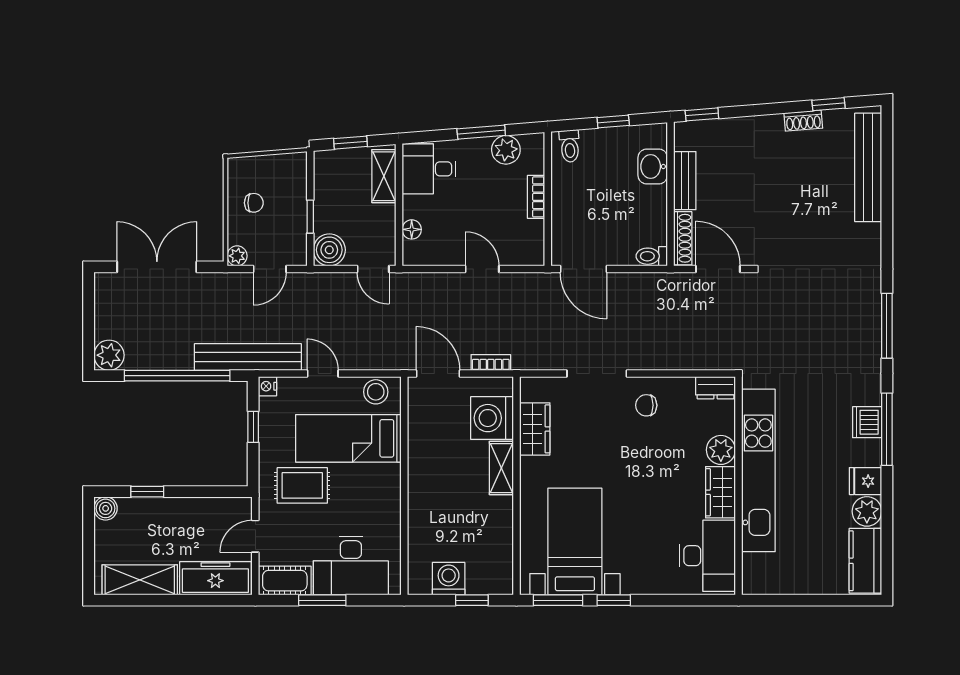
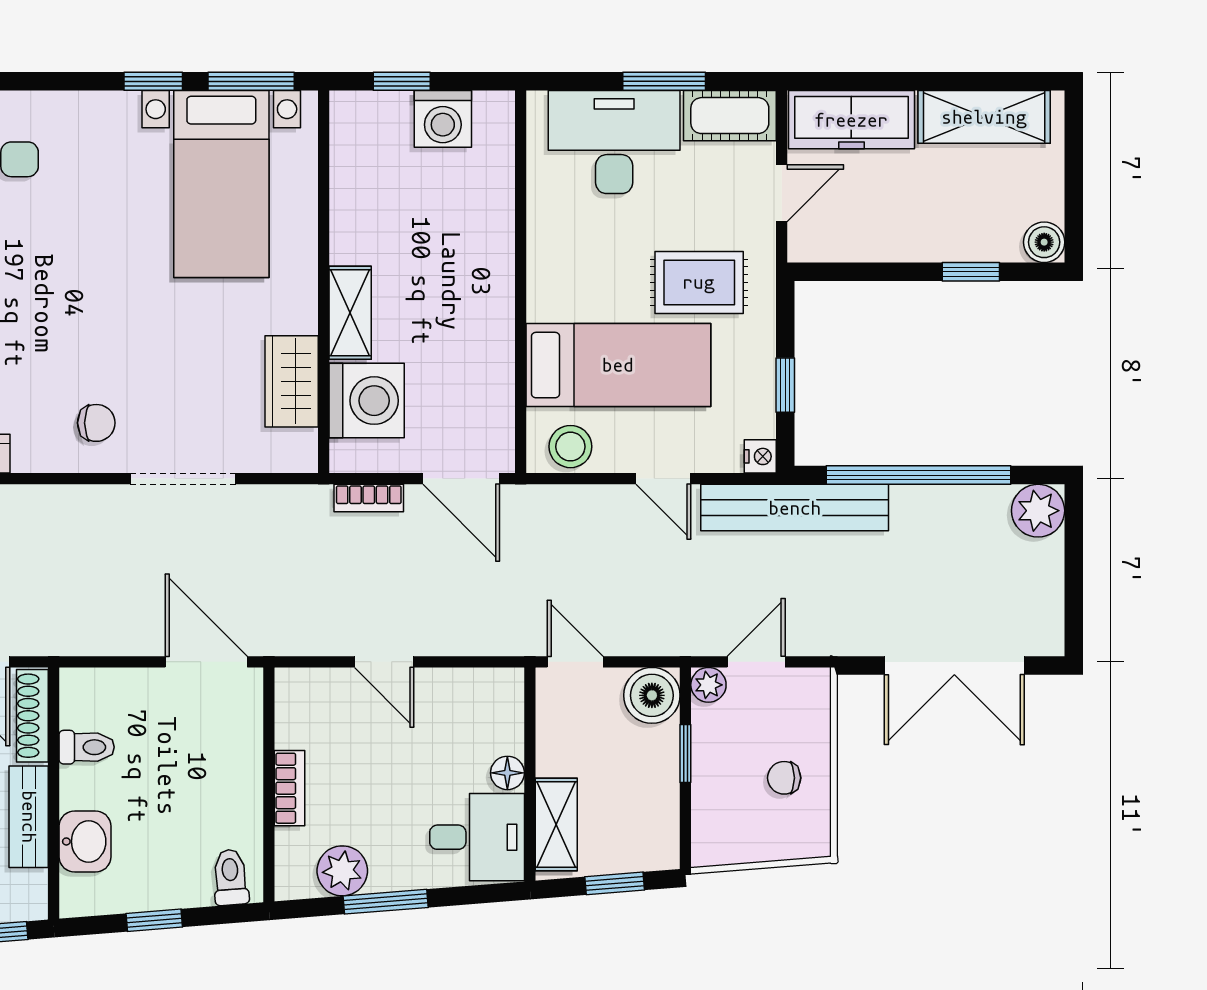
floor lamp: (412, 229) -> (507, 773), moved
plant: (237, 256) -> (708, 685), moved
toilet: (652, 256) -> (87, 747), moved

